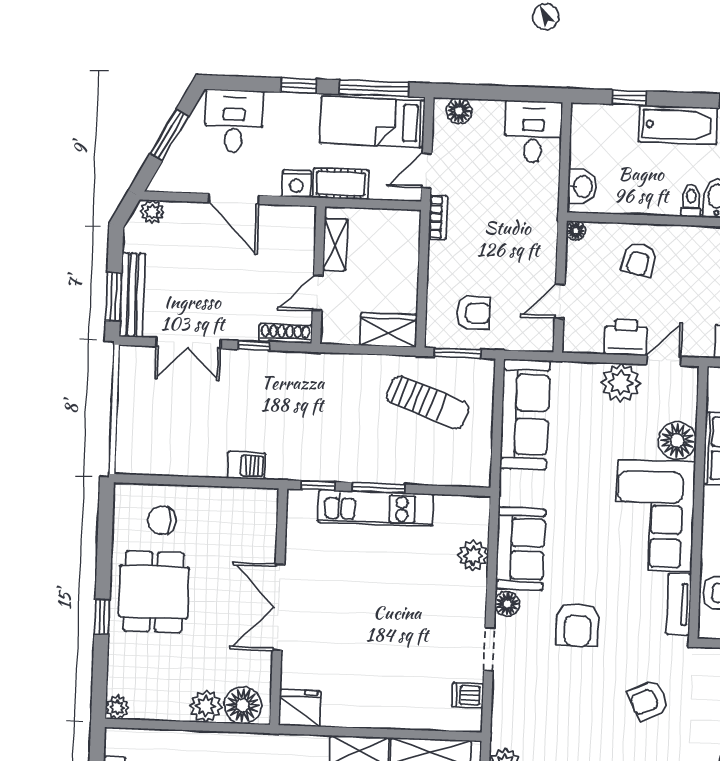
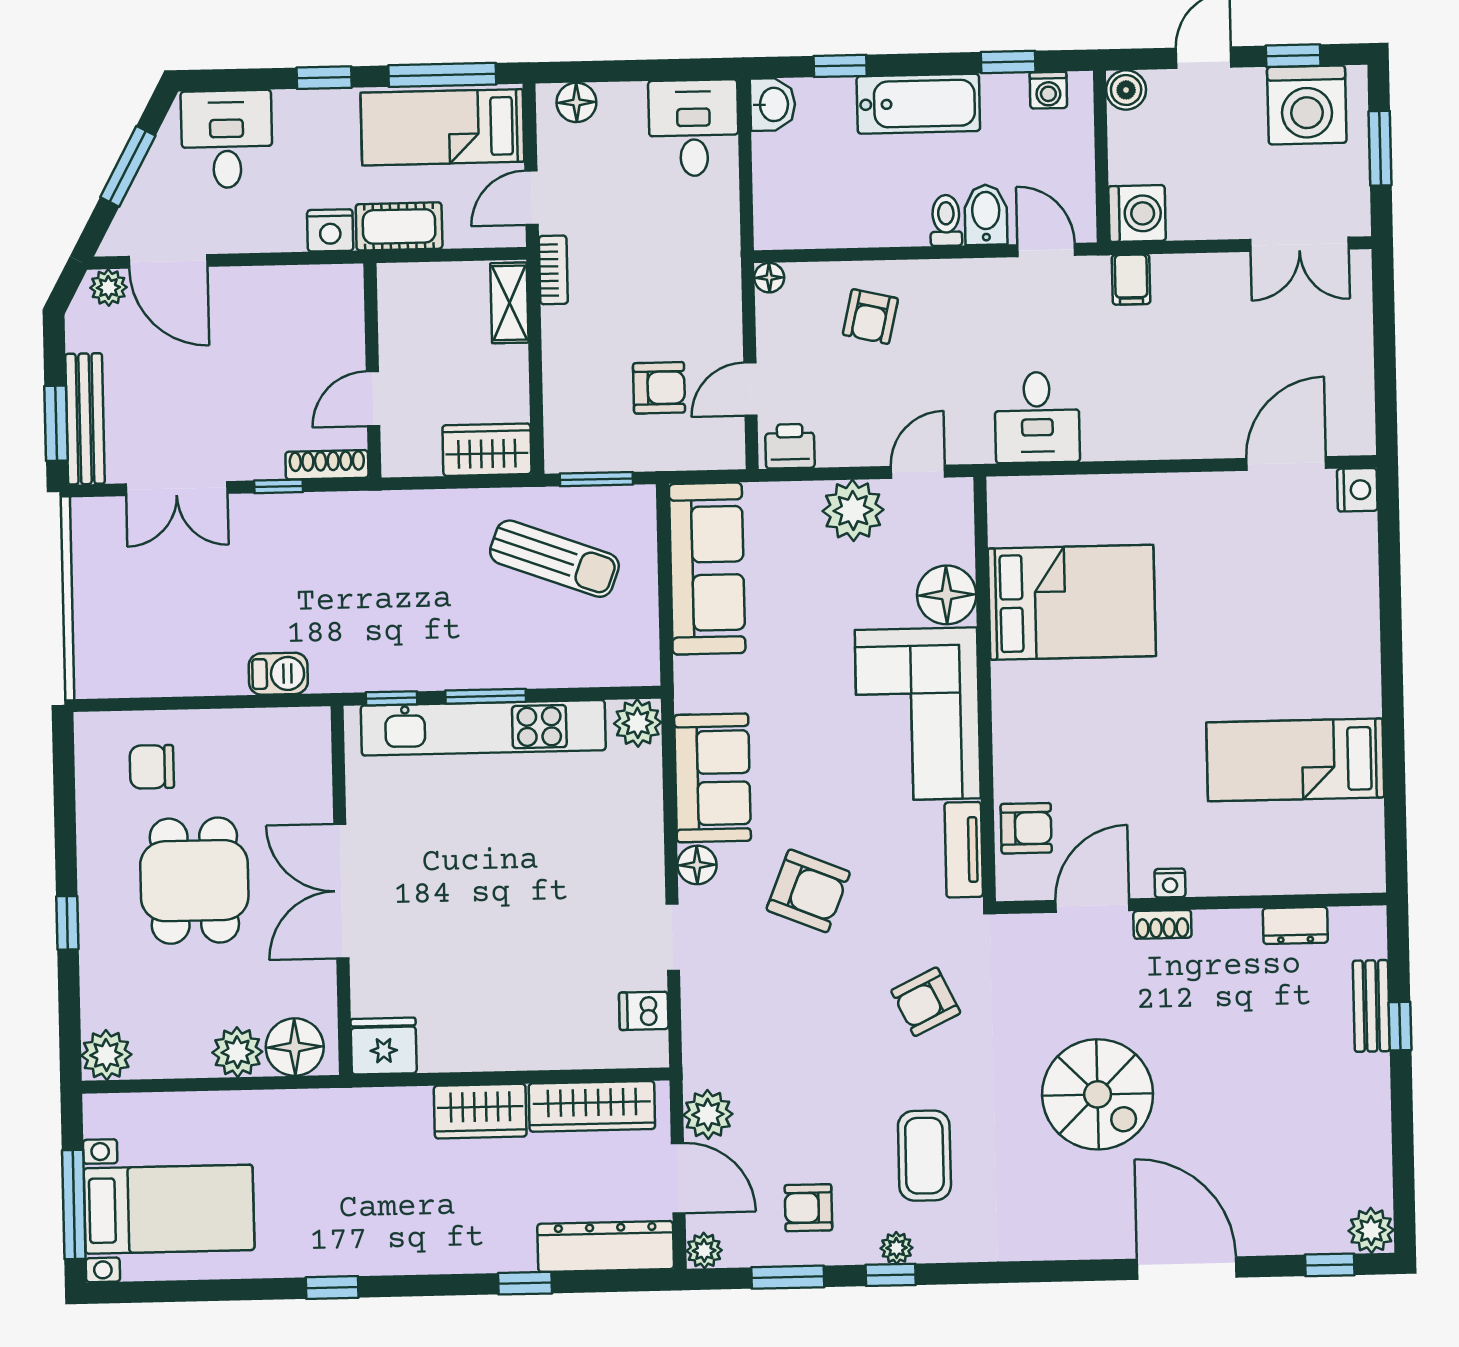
washbasin: (582, 187) -> (773, 104), moved
door: (234, 199) -> (168, 261), moved
shelving: (335, 245) -> (509, 303), moved
armchair: (473, 313) -> (659, 388), moved
printer: (626, 338) -> (790, 446), moved, width x0.73, depth x0.81
kitchen unit: (376, 508) -> (483, 728), width x1.36
plant: (473, 556) -> (638, 723), moved
dining table: (154, 592) -> (194, 881), moved
armchair: (577, 625) -> (808, 891), turned -68
plant: (117, 707) -> (106, 1055), width x1.38, depth x1.38

